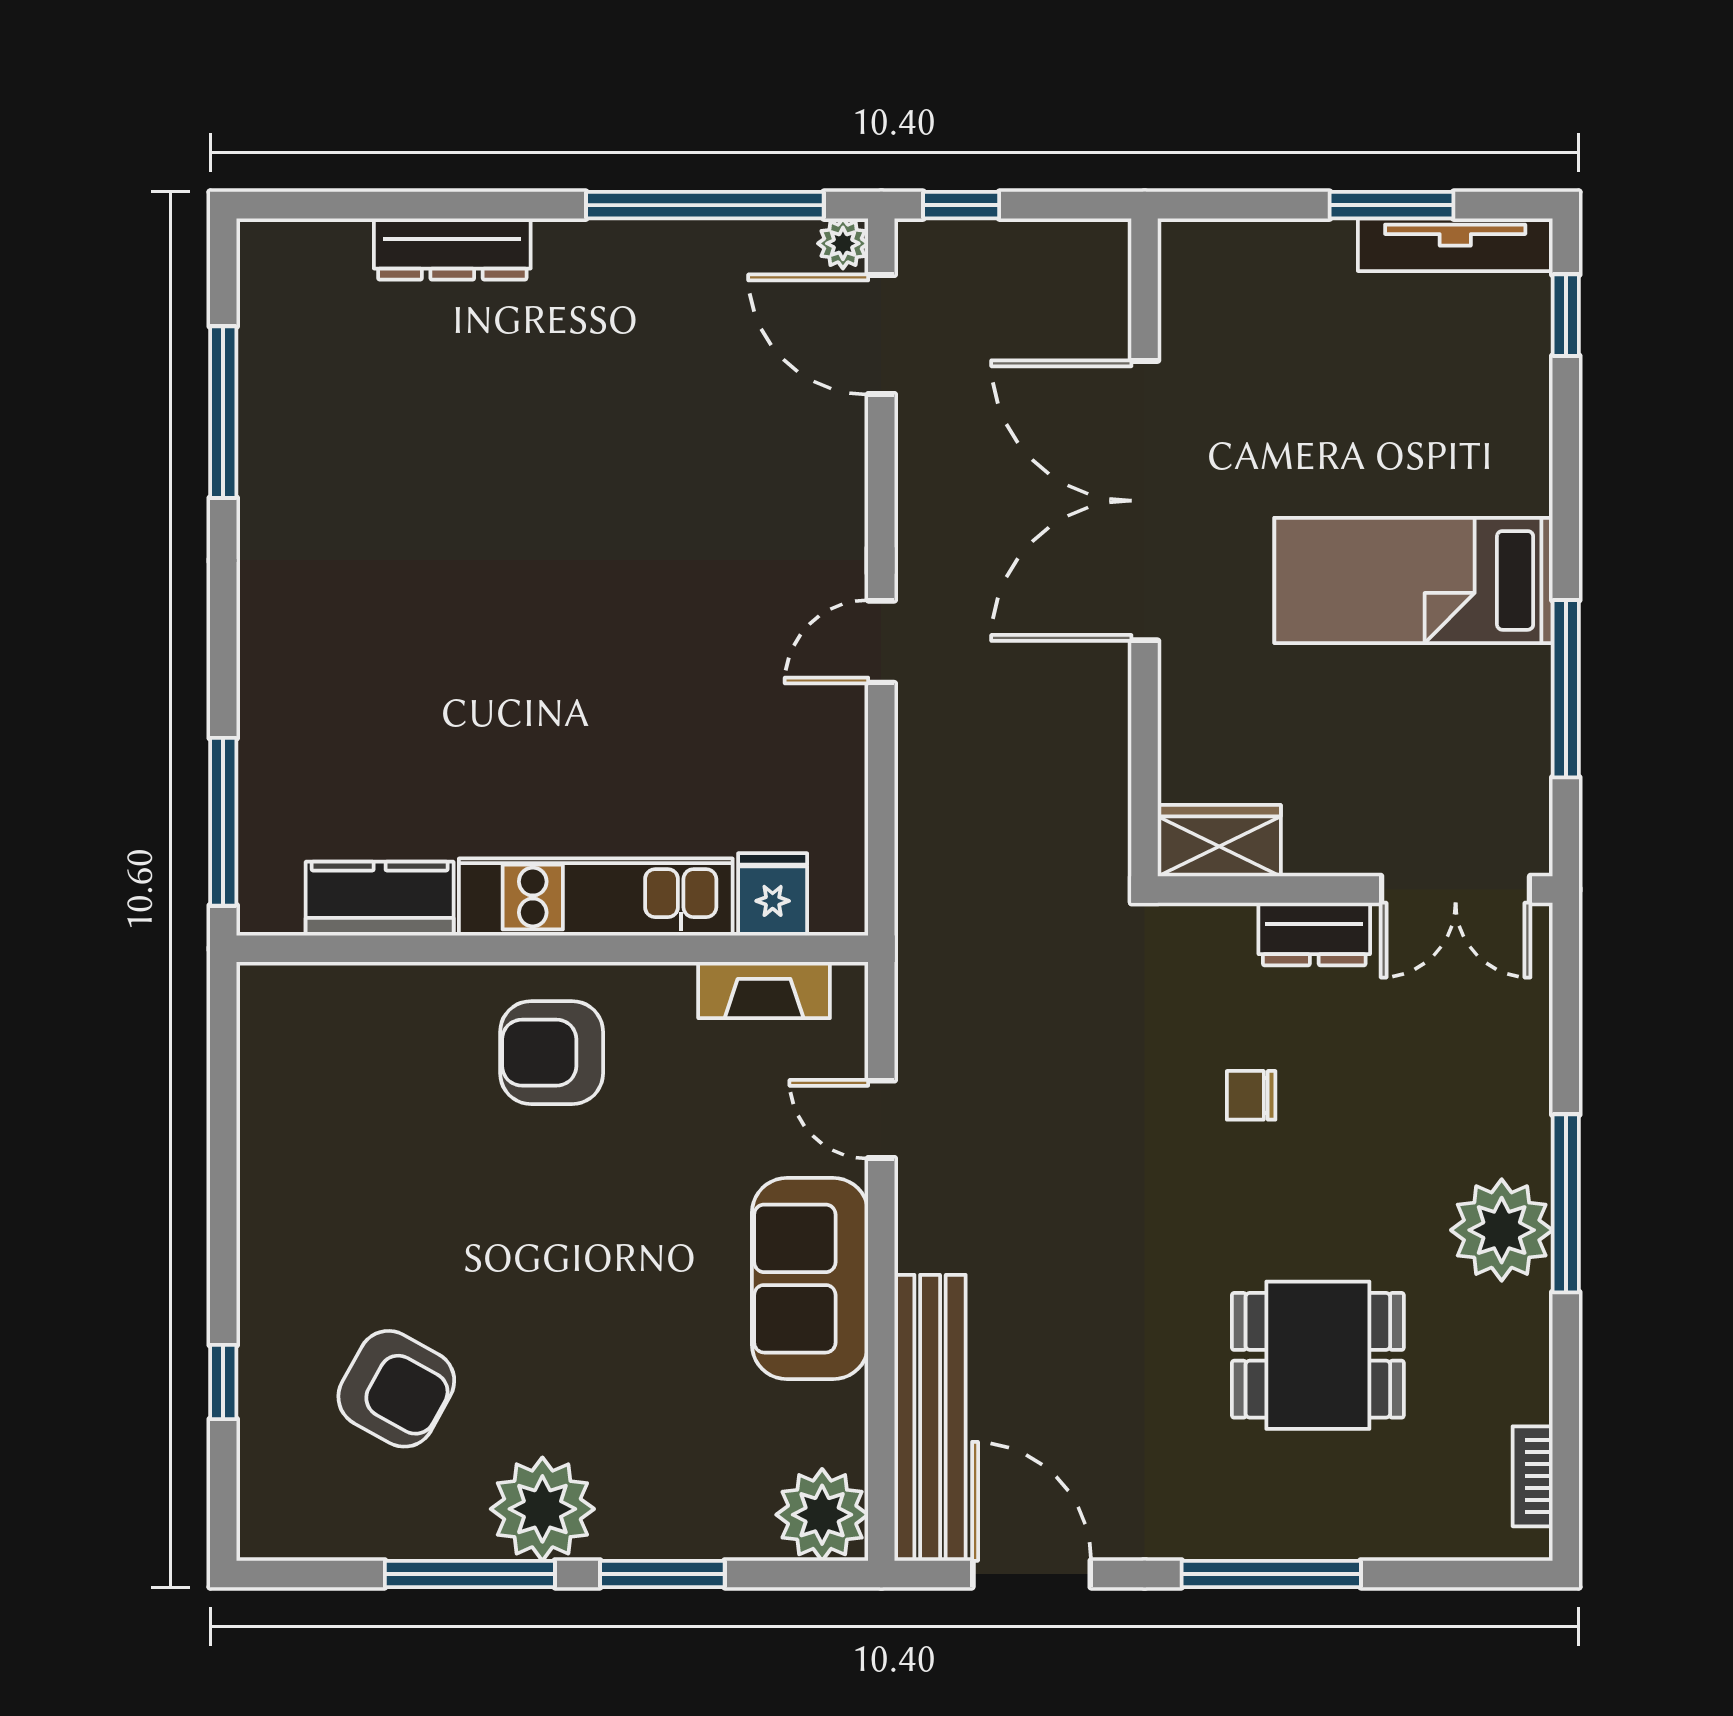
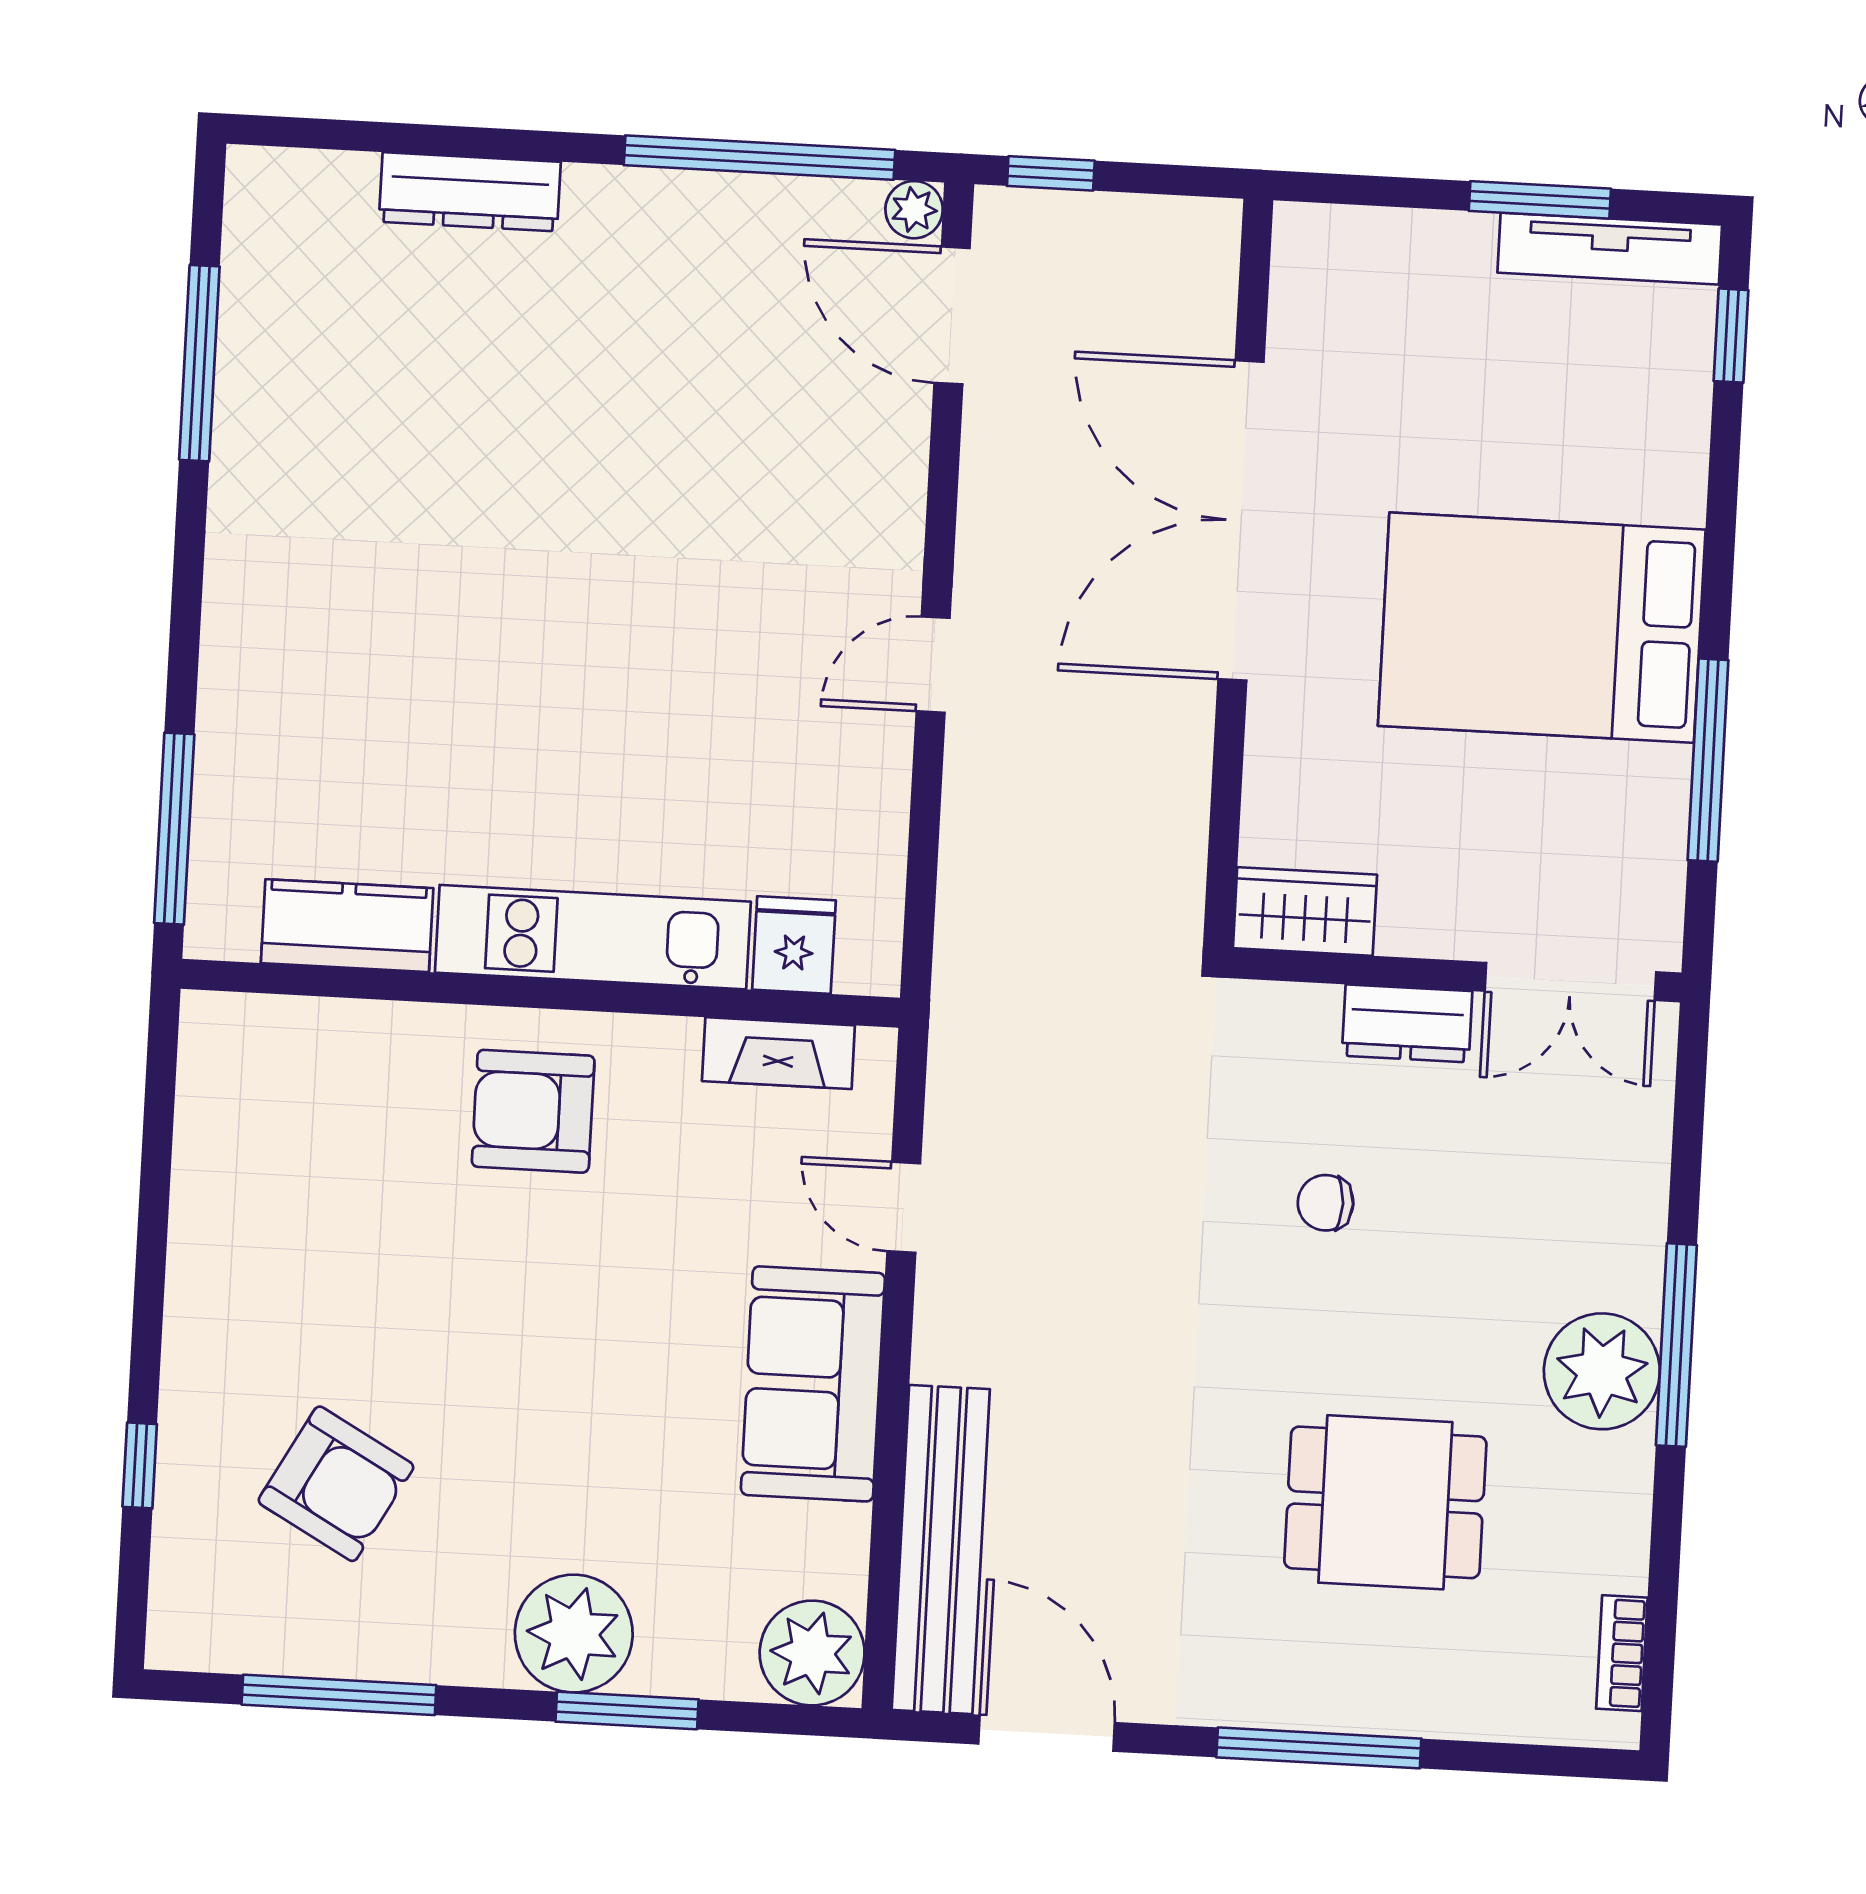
bed: (1413, 580) -> (1542, 628), width x1.50
plant: (542, 1509) -> (574, 1634), moved
window: (470, 1574) -> (339, 1695), moved

